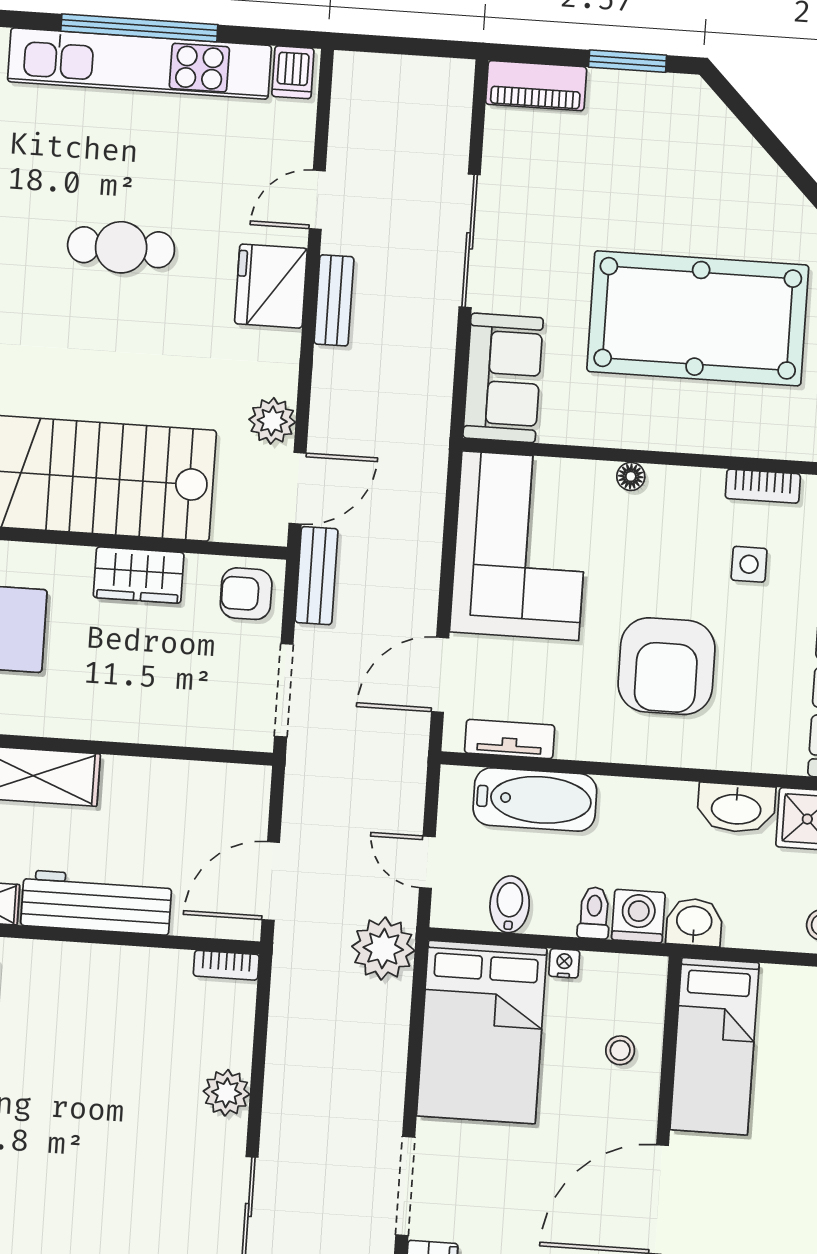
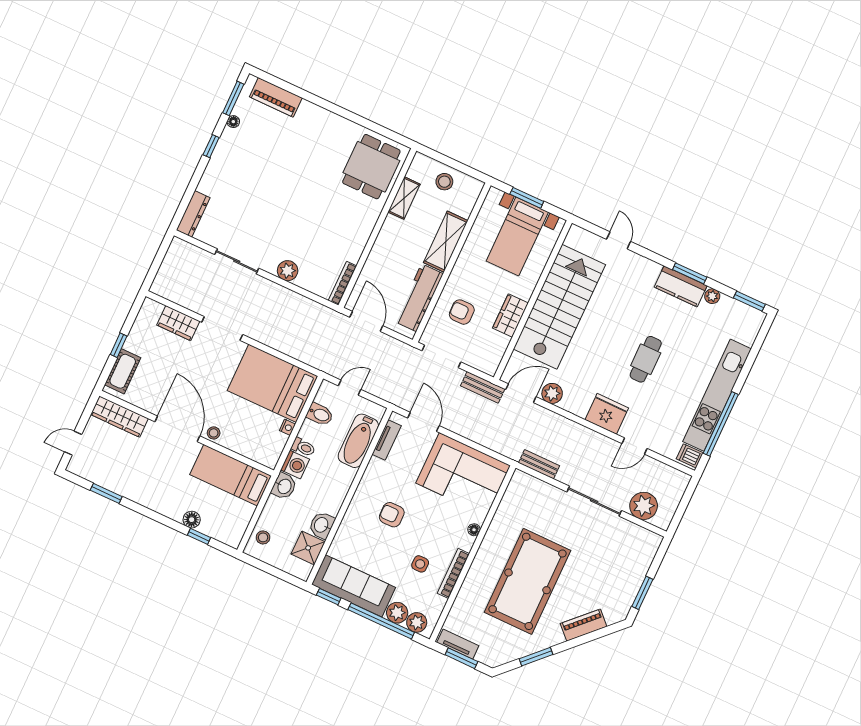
window: (139, 28) -> (721, 424), moved
piano: (536, 86) -> (584, 625), moved, turned 45
door: (317, 200) -> (634, 446), swing flipped
bench: (334, 300) -> (539, 464), moved
sofa: (503, 378) -> (534, 493), removed
bookcase: (763, 486) -> (453, 573), width x1.56
door: (298, 488) -> (521, 393), swing flipped
armchair: (246, 594) -> (462, 312), moved, turned -90
armchair: (667, 666) -> (392, 515), width x0.53, depth x0.53
washbasin: (736, 808) -> (322, 525), width x0.72
workbench: (96, 903) -> (419, 298), moved, turned 180
plant: (383, 949) -> (644, 506), moved
bookcase: (226, 965) -> (342, 283), width x1.56
stool: (620, 1050) -> (214, 433), moved

